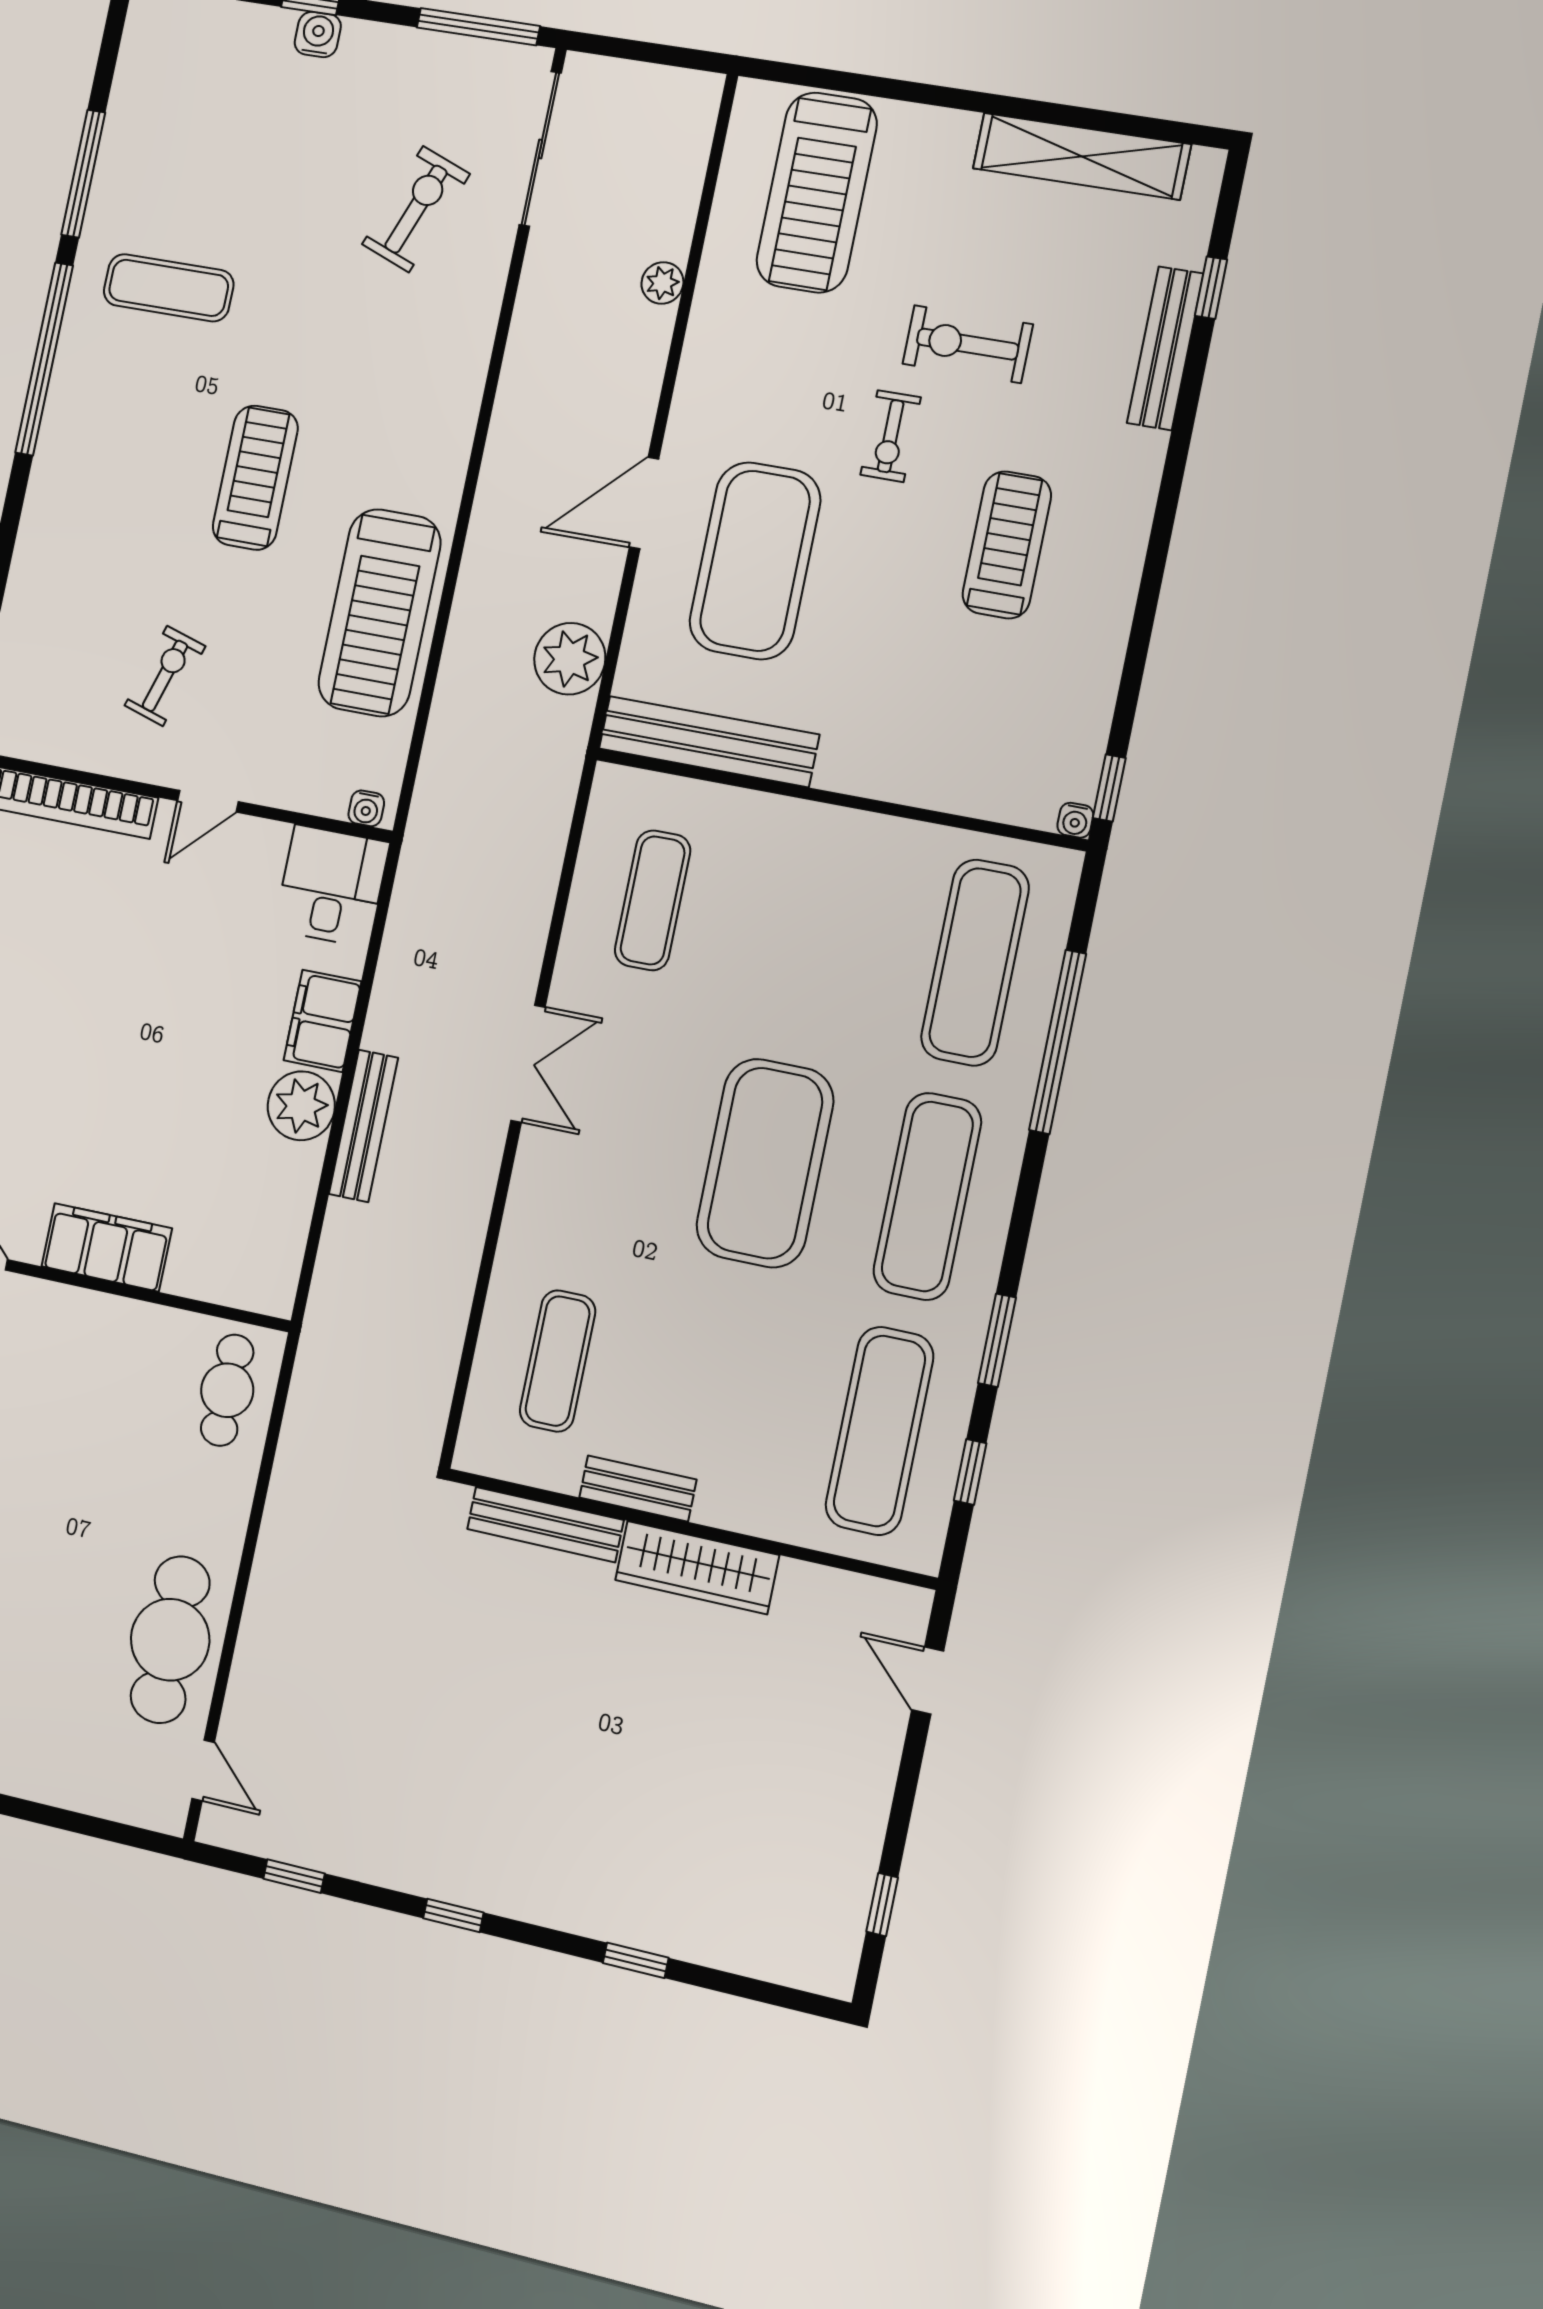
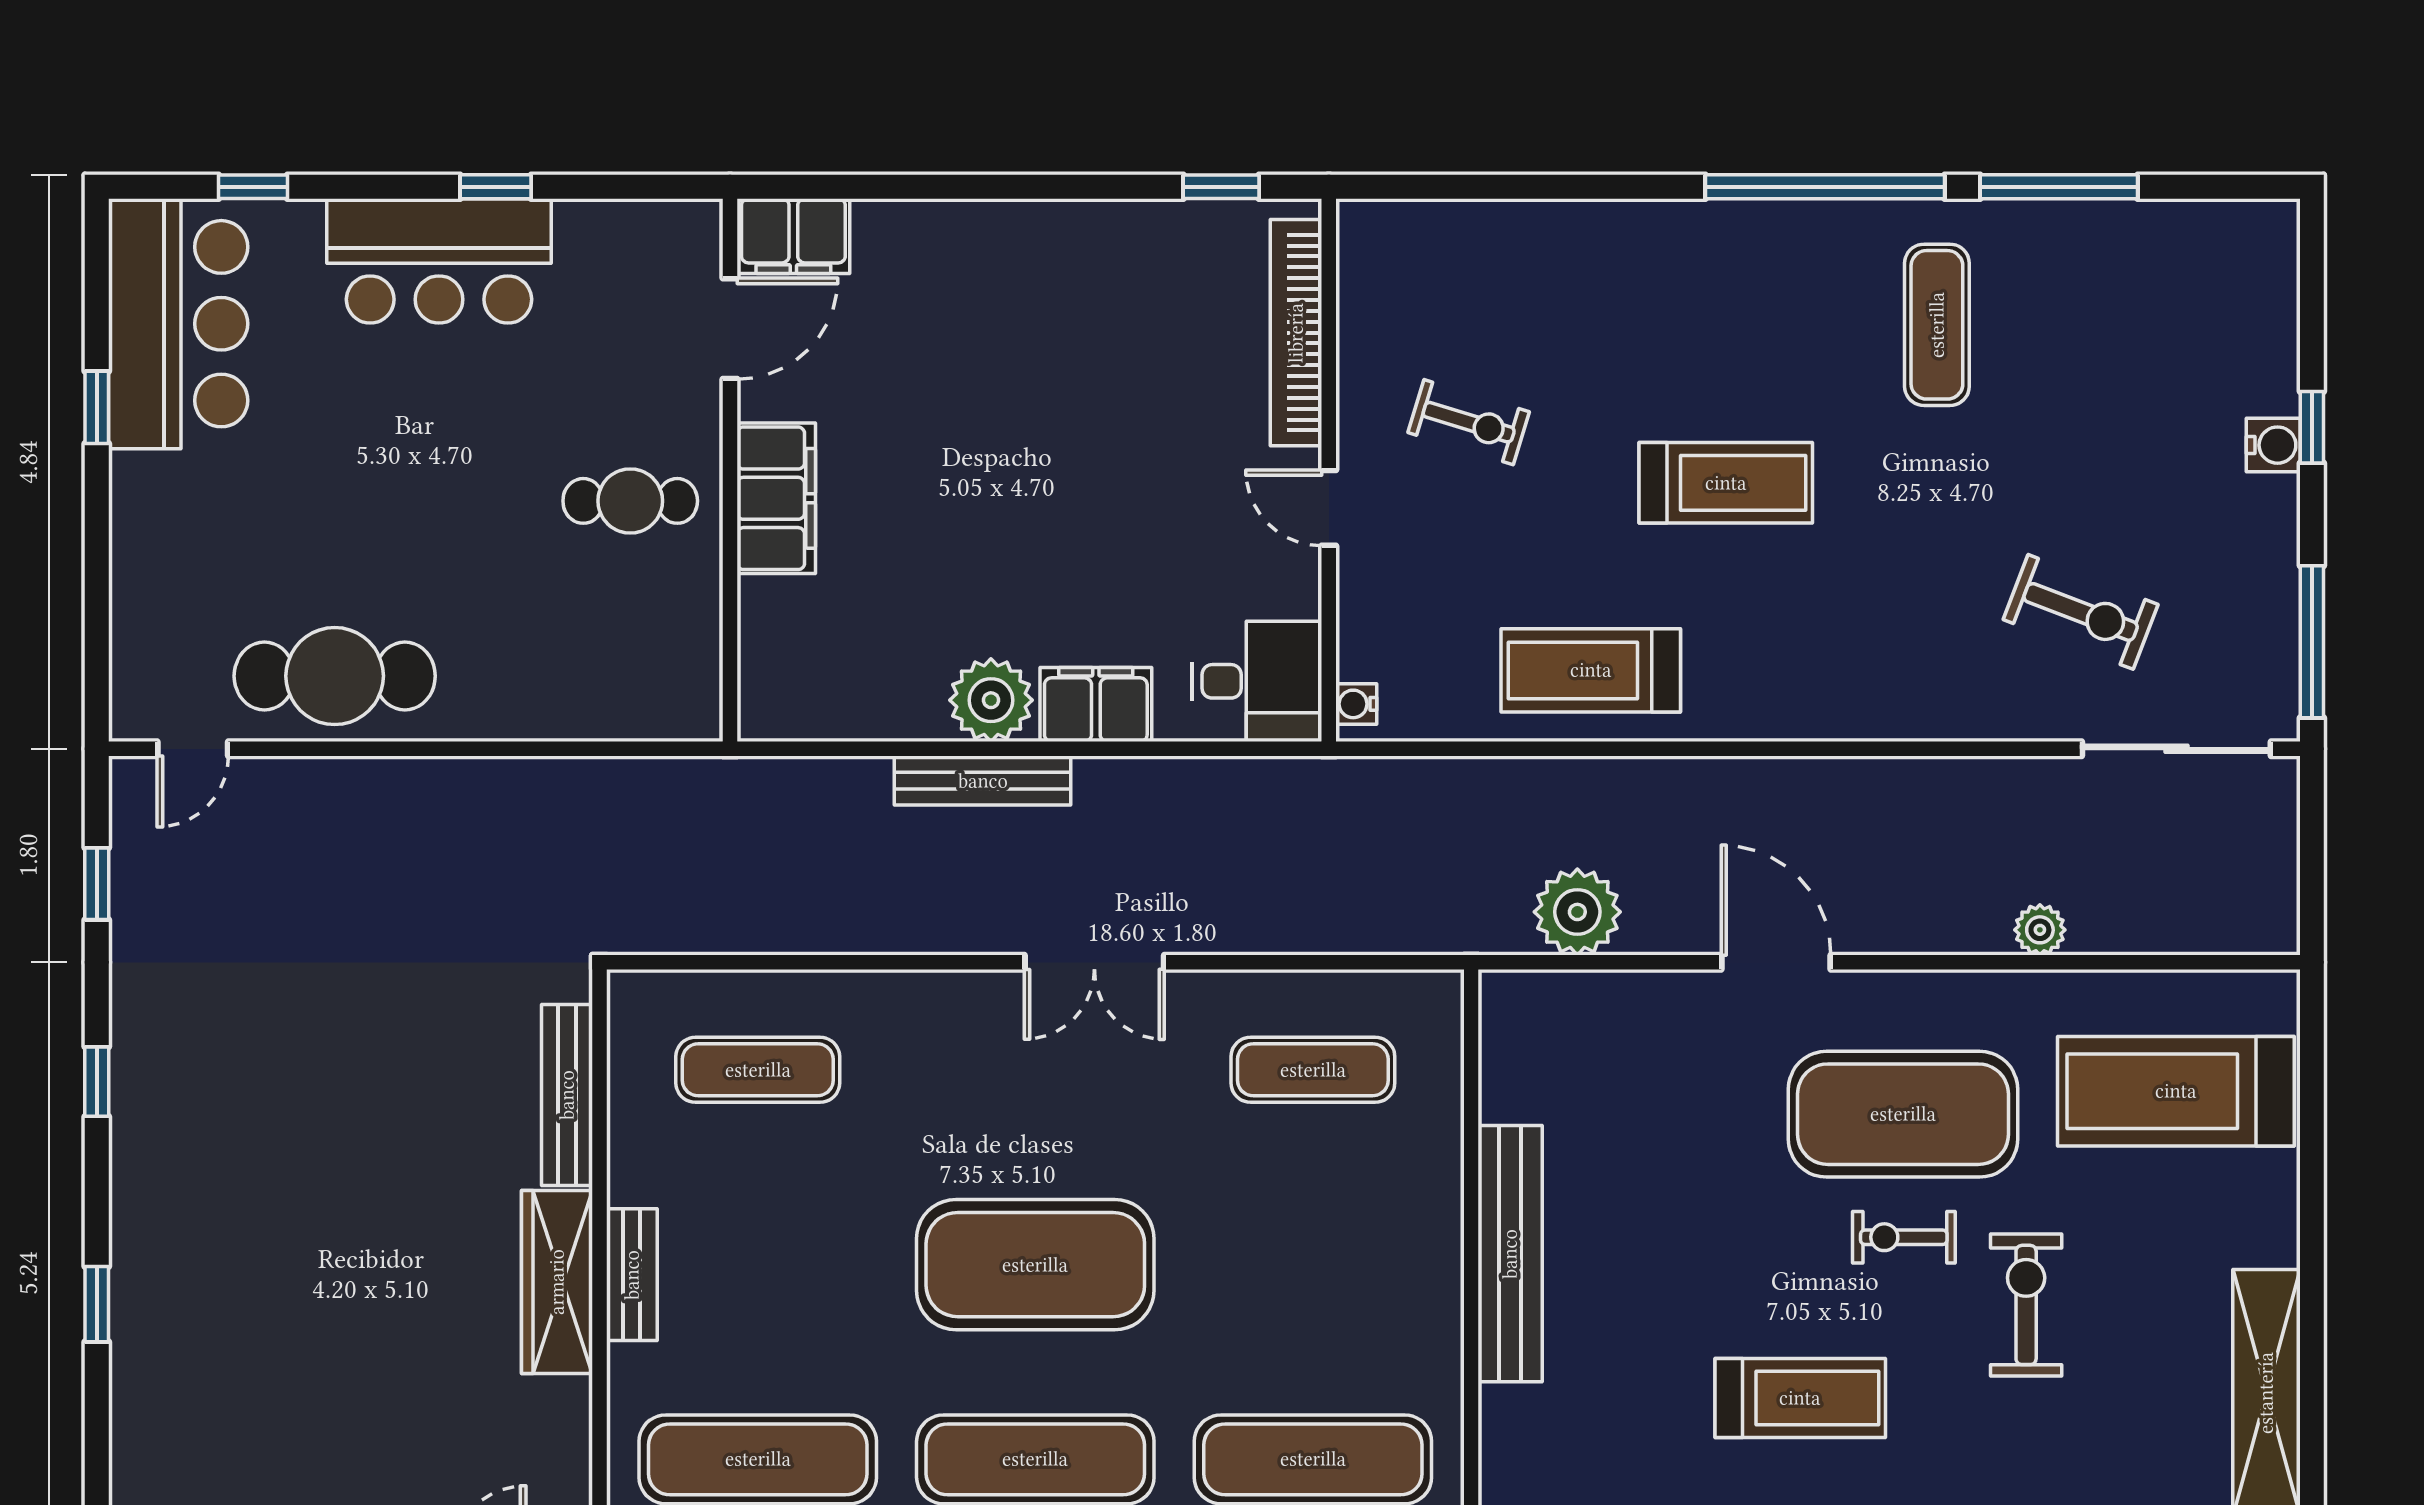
exercise mat: (755, 561) -> (1903, 1114), moved
treadmill: (379, 613) -> (1591, 670), width x0.73, depth x0.73
bench: (709, 742) -> (1510, 1254), moved
cafe table: (227, 1390) -> (630, 501), moved
bench: (638, 1489) -> (632, 1275), moved

